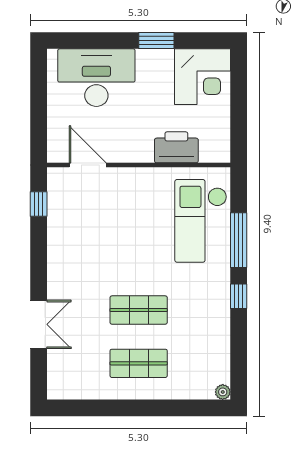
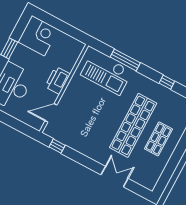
printer: (176, 147) -> (58, 80), moved
window: (239, 296) -> (167, 82), moved
shop shelf: (139, 310) -> (133, 125), width x2.00, depth x1.36

